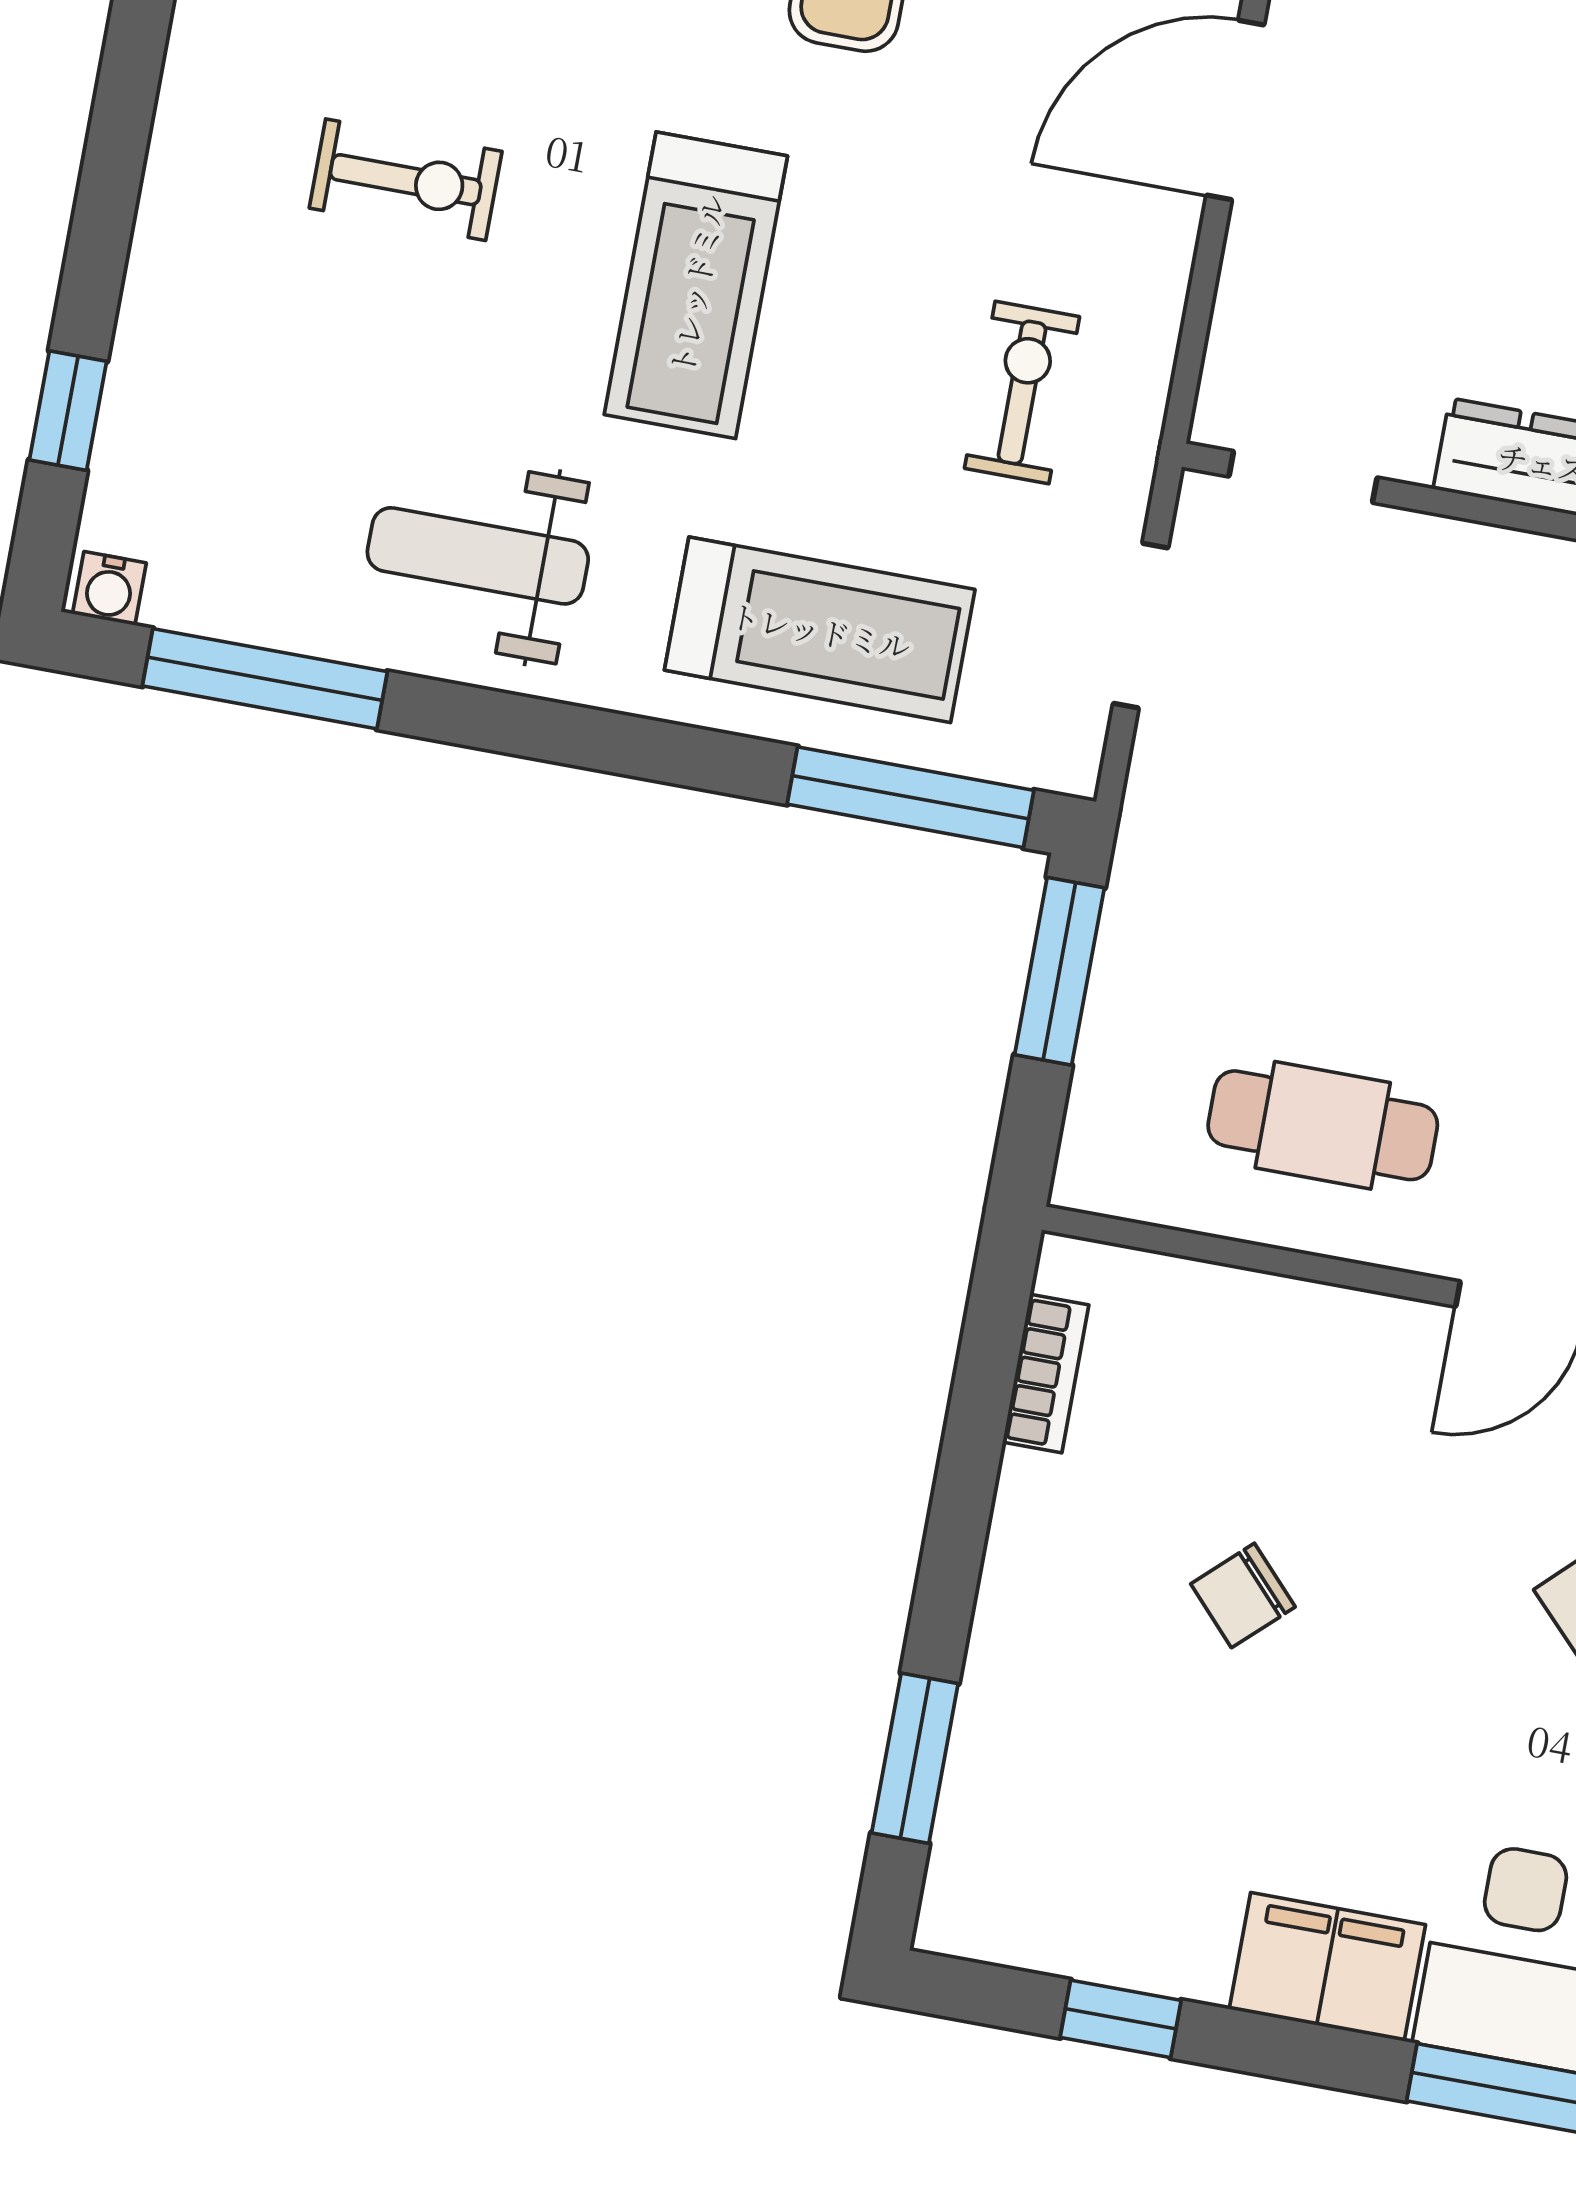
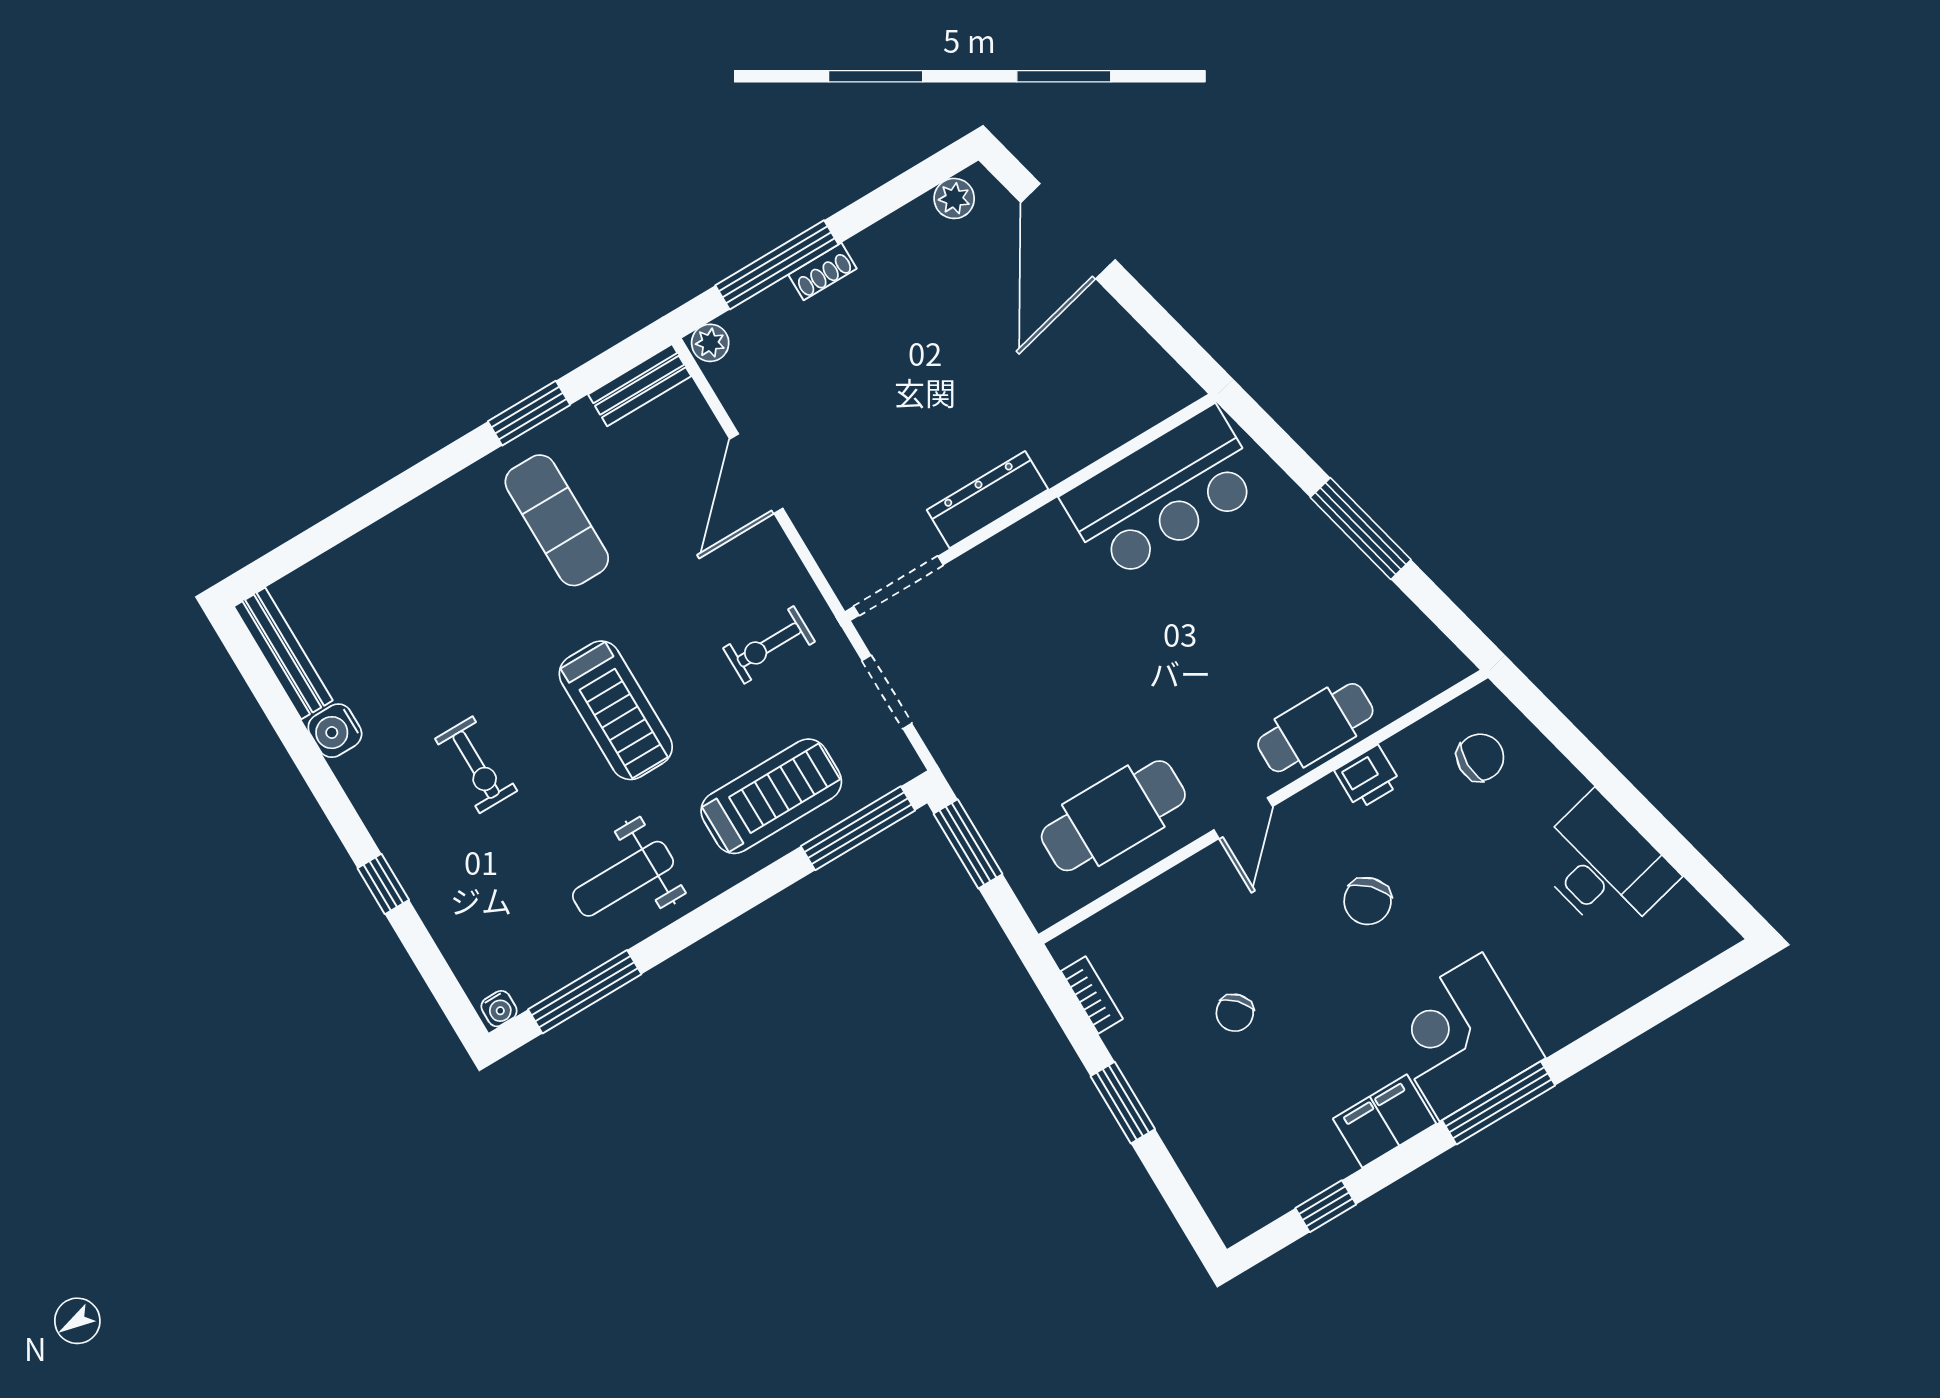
exercise bike: (406, 180) -> (476, 765), turned 90
exercise bike: (1022, 393) -> (769, 645), turned -90
window: (68, 411) -> (383, 884), moved
doorway: (1303, 477) -> (898, 586), width x1.38
cafe table: (1323, 1125) -> (1113, 816), width x1.37, depth x1.35
window: (915, 1758) -> (1123, 1103), moved

